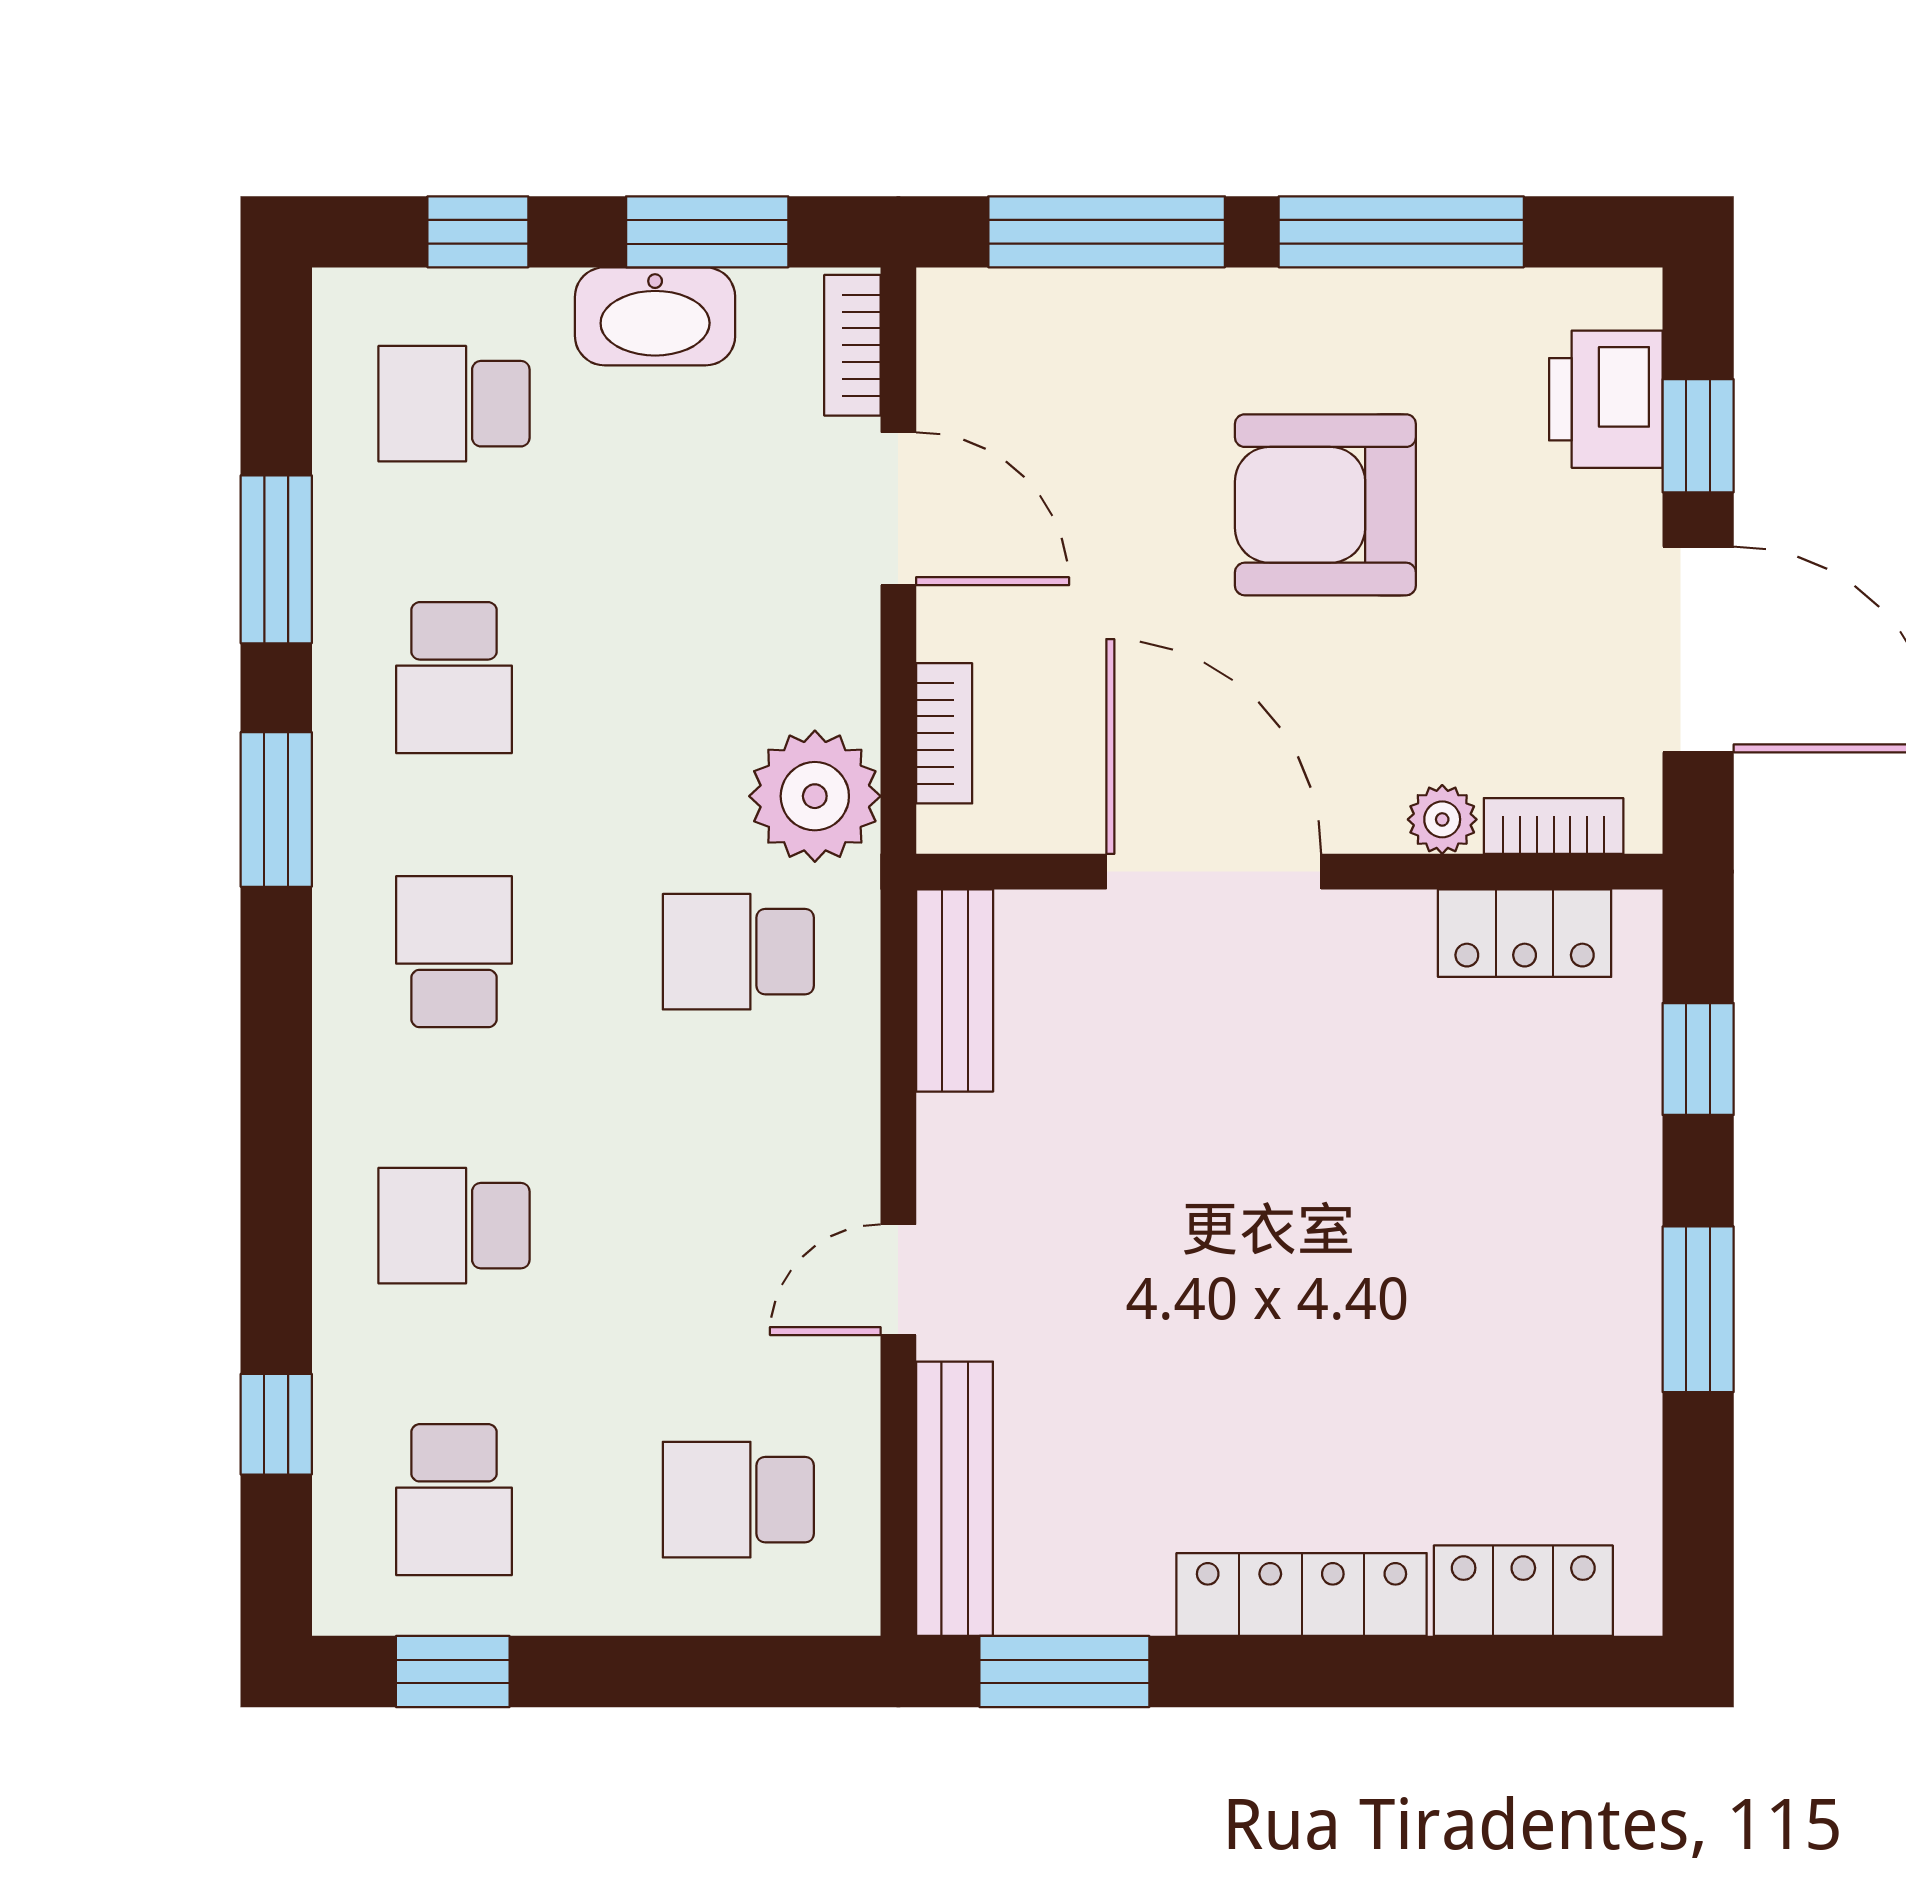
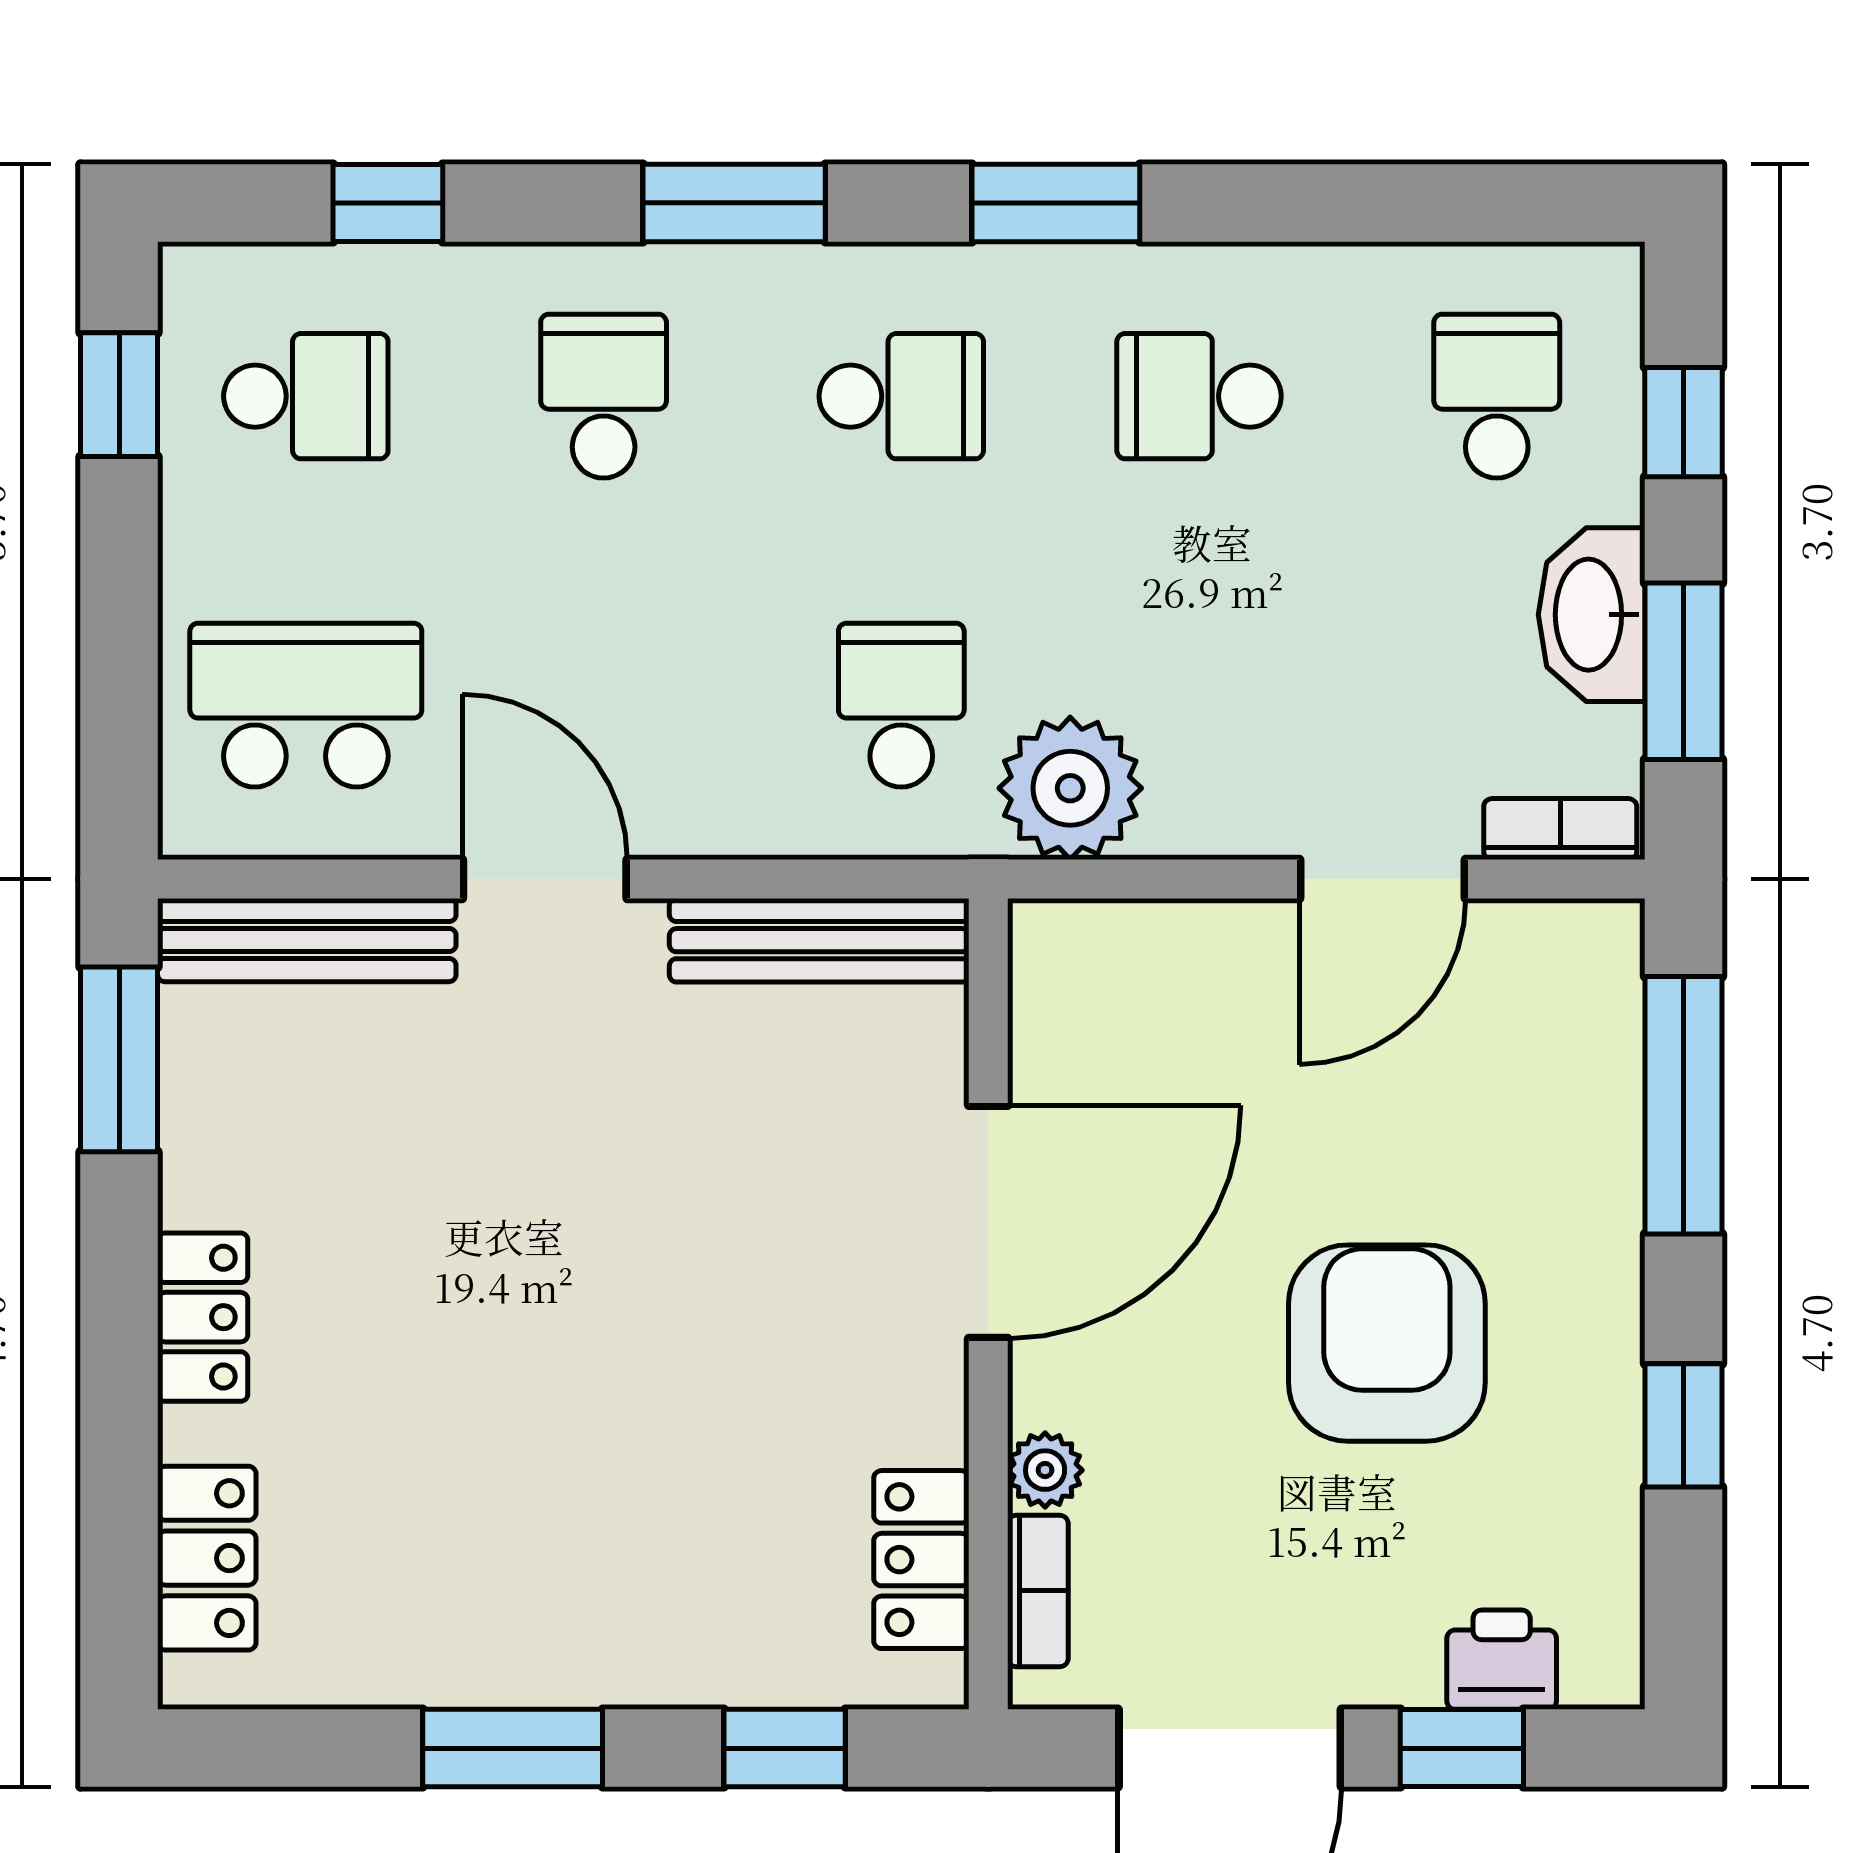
window: (1401, 232) -> (1684, 1425), width x0.46
printer: (1606, 399) -> (1502, 1660), width x0.73, depth x0.81
window: (276, 559) -> (734, 203), moved
bookcase: (944, 733) -> (1139, 929), removed
bench: (955, 990) -> (819, 940), width x1.36
door: (898, 1280) -> (545, 879), width x1.38
school desk: (454, 1500) -> (306, 396), turned 180
school desk: (738, 1500) -> (306, 705), width x1.85
locker: (1302, 1595) -> (203, 1317), width x0.66

